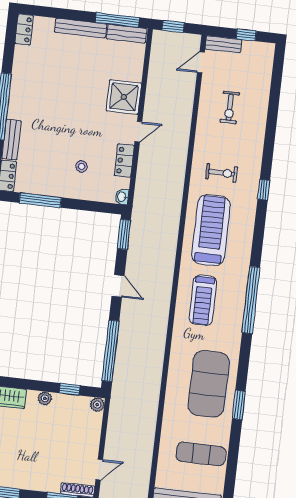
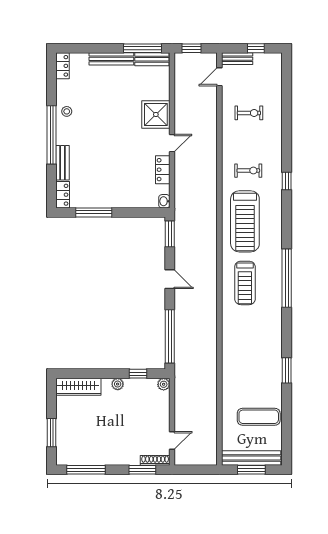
exercise bike: (230, 107) -> (249, 113), turned -90
stool: (82, 166) -> (67, 111), moved
treadmill: (211, 230) -> (245, 221), turned 180
exercise mat: (209, 384) -> (258, 355), removed

